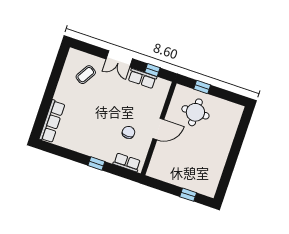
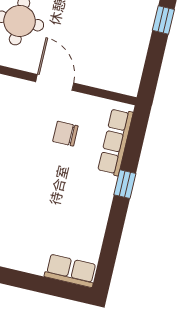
row of seats: (52, 121) -> (71, 271), width x0.68
row of seats: (127, 162) -> (115, 142), width x1.48

